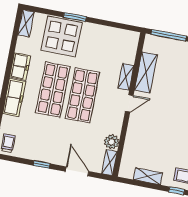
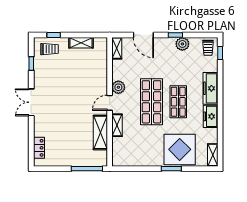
shop shelf: (53, 90) -> (178, 102), width x0.70, depth x0.74
plant: (112, 142) -> (118, 87), moved
plant: (36, 153) -> (182, 44), added

